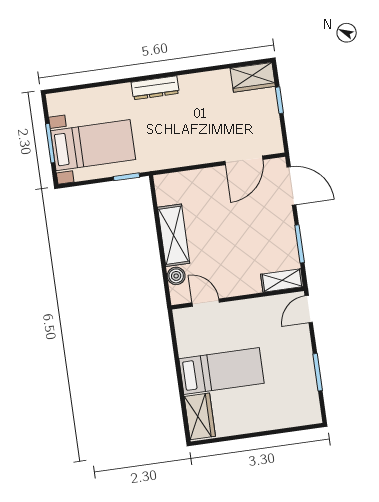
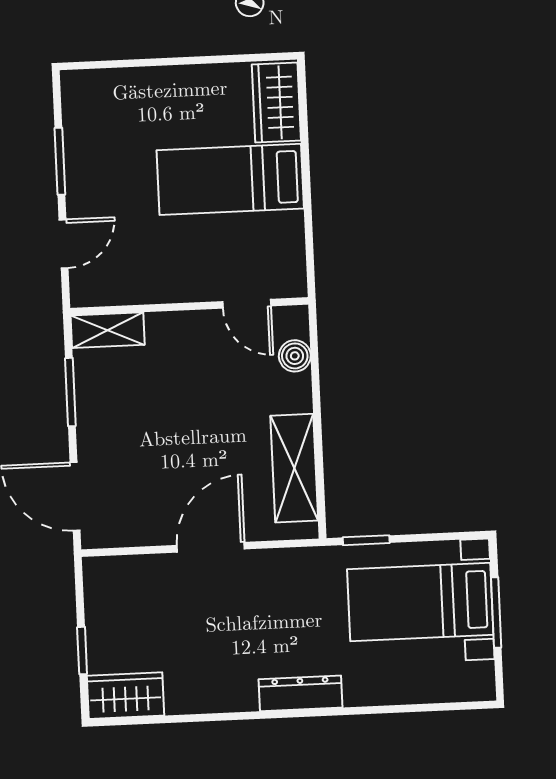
door: (244, 160) -> (211, 547), moved
shelving: (174, 235) -> (294, 468), moved
door: (309, 309) -> (64, 244), moved

